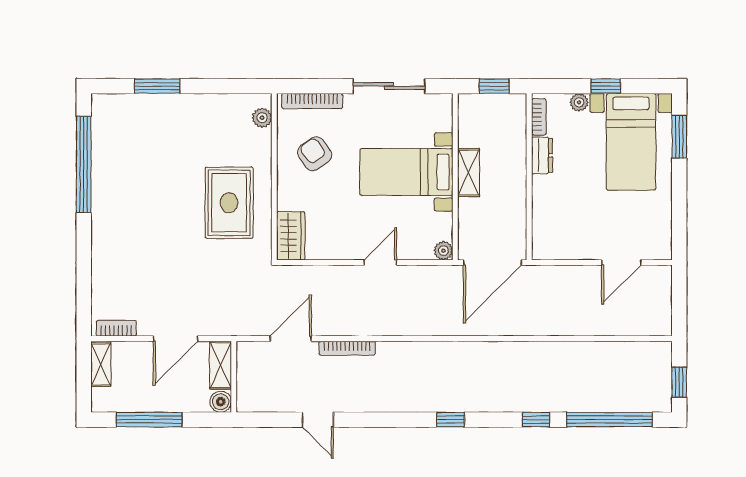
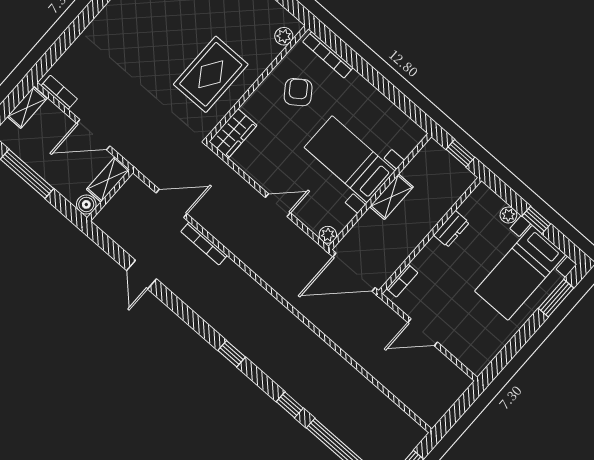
sliding door: (389, 86) -> (389, 91), removed
bookcase: (539, 117) -> (402, 281), moved
door: (621, 262) -> (423, 332), moved

